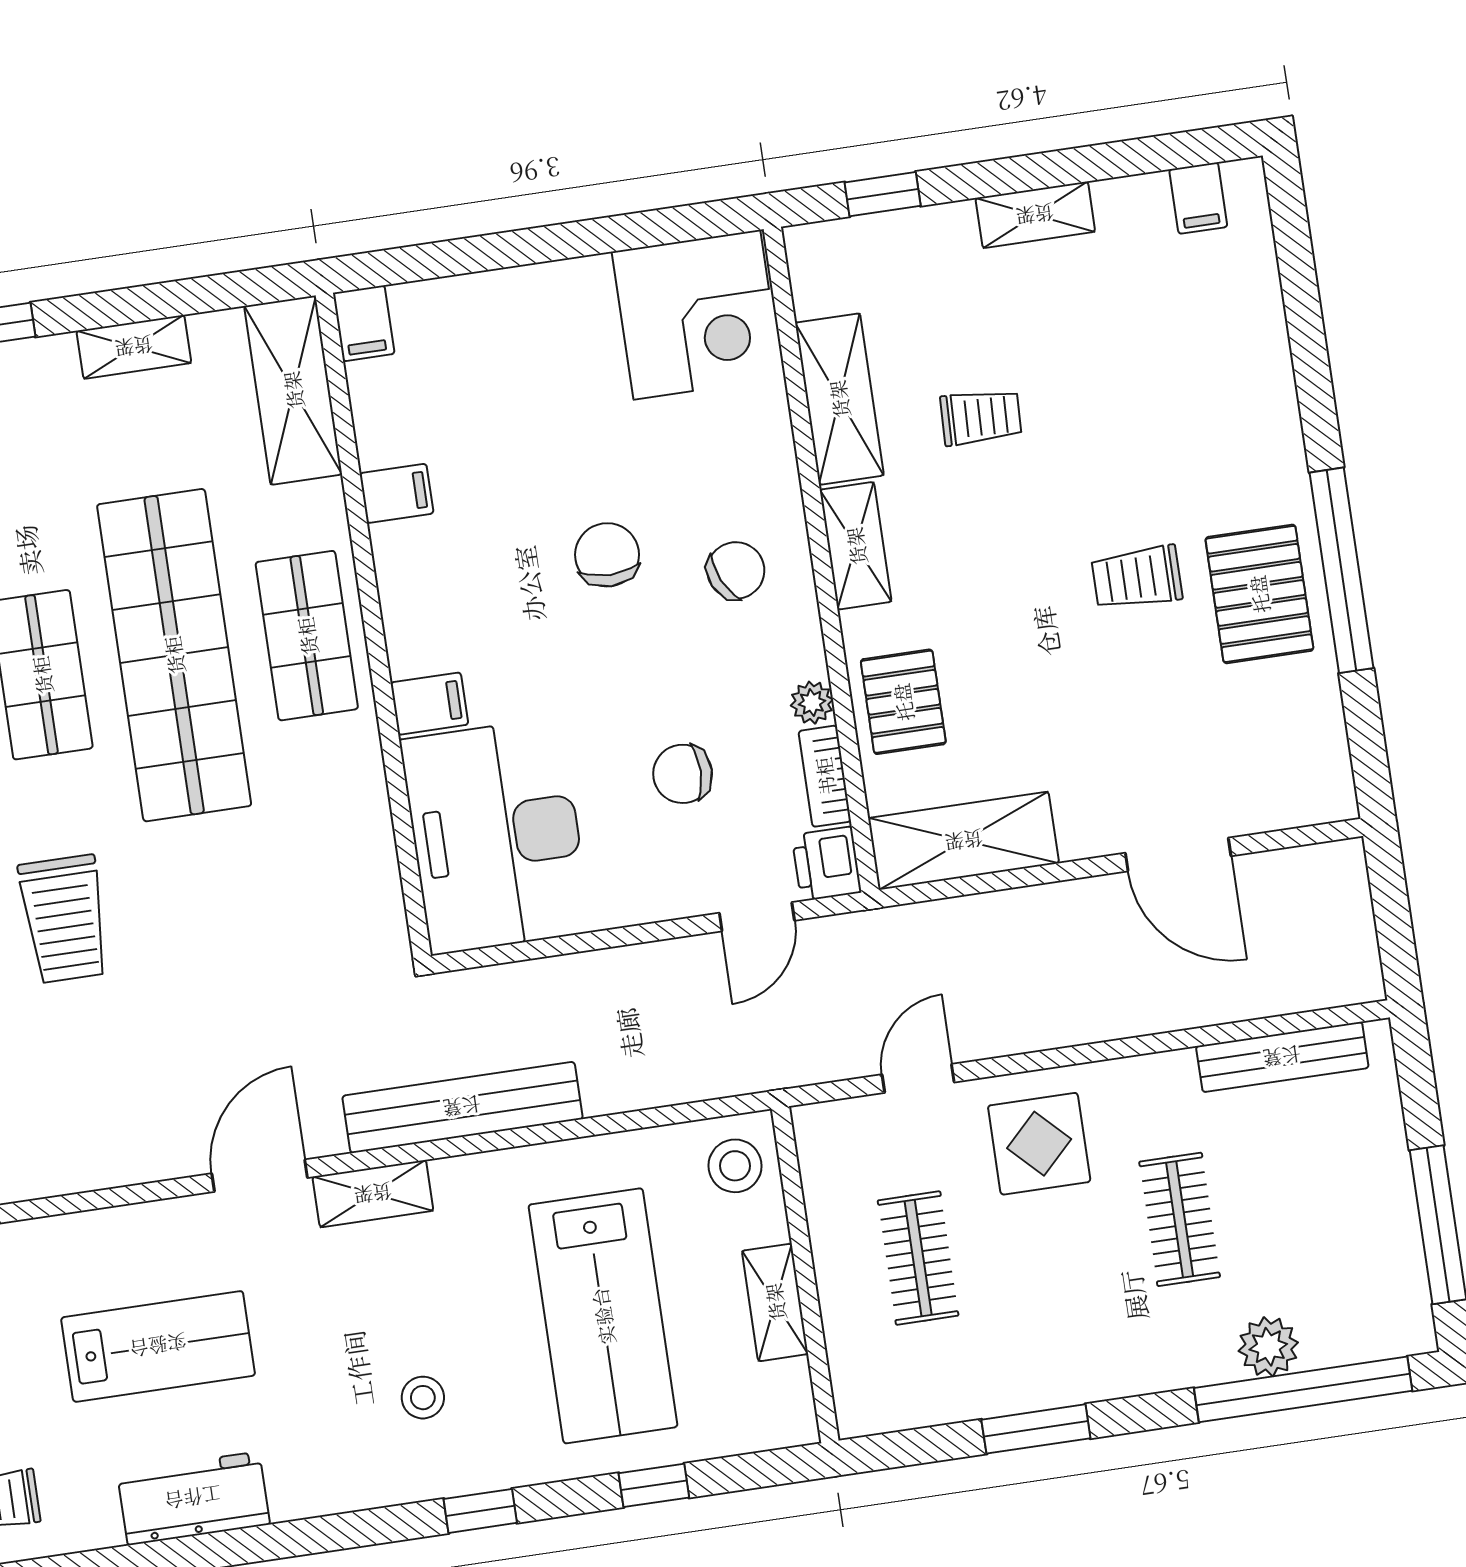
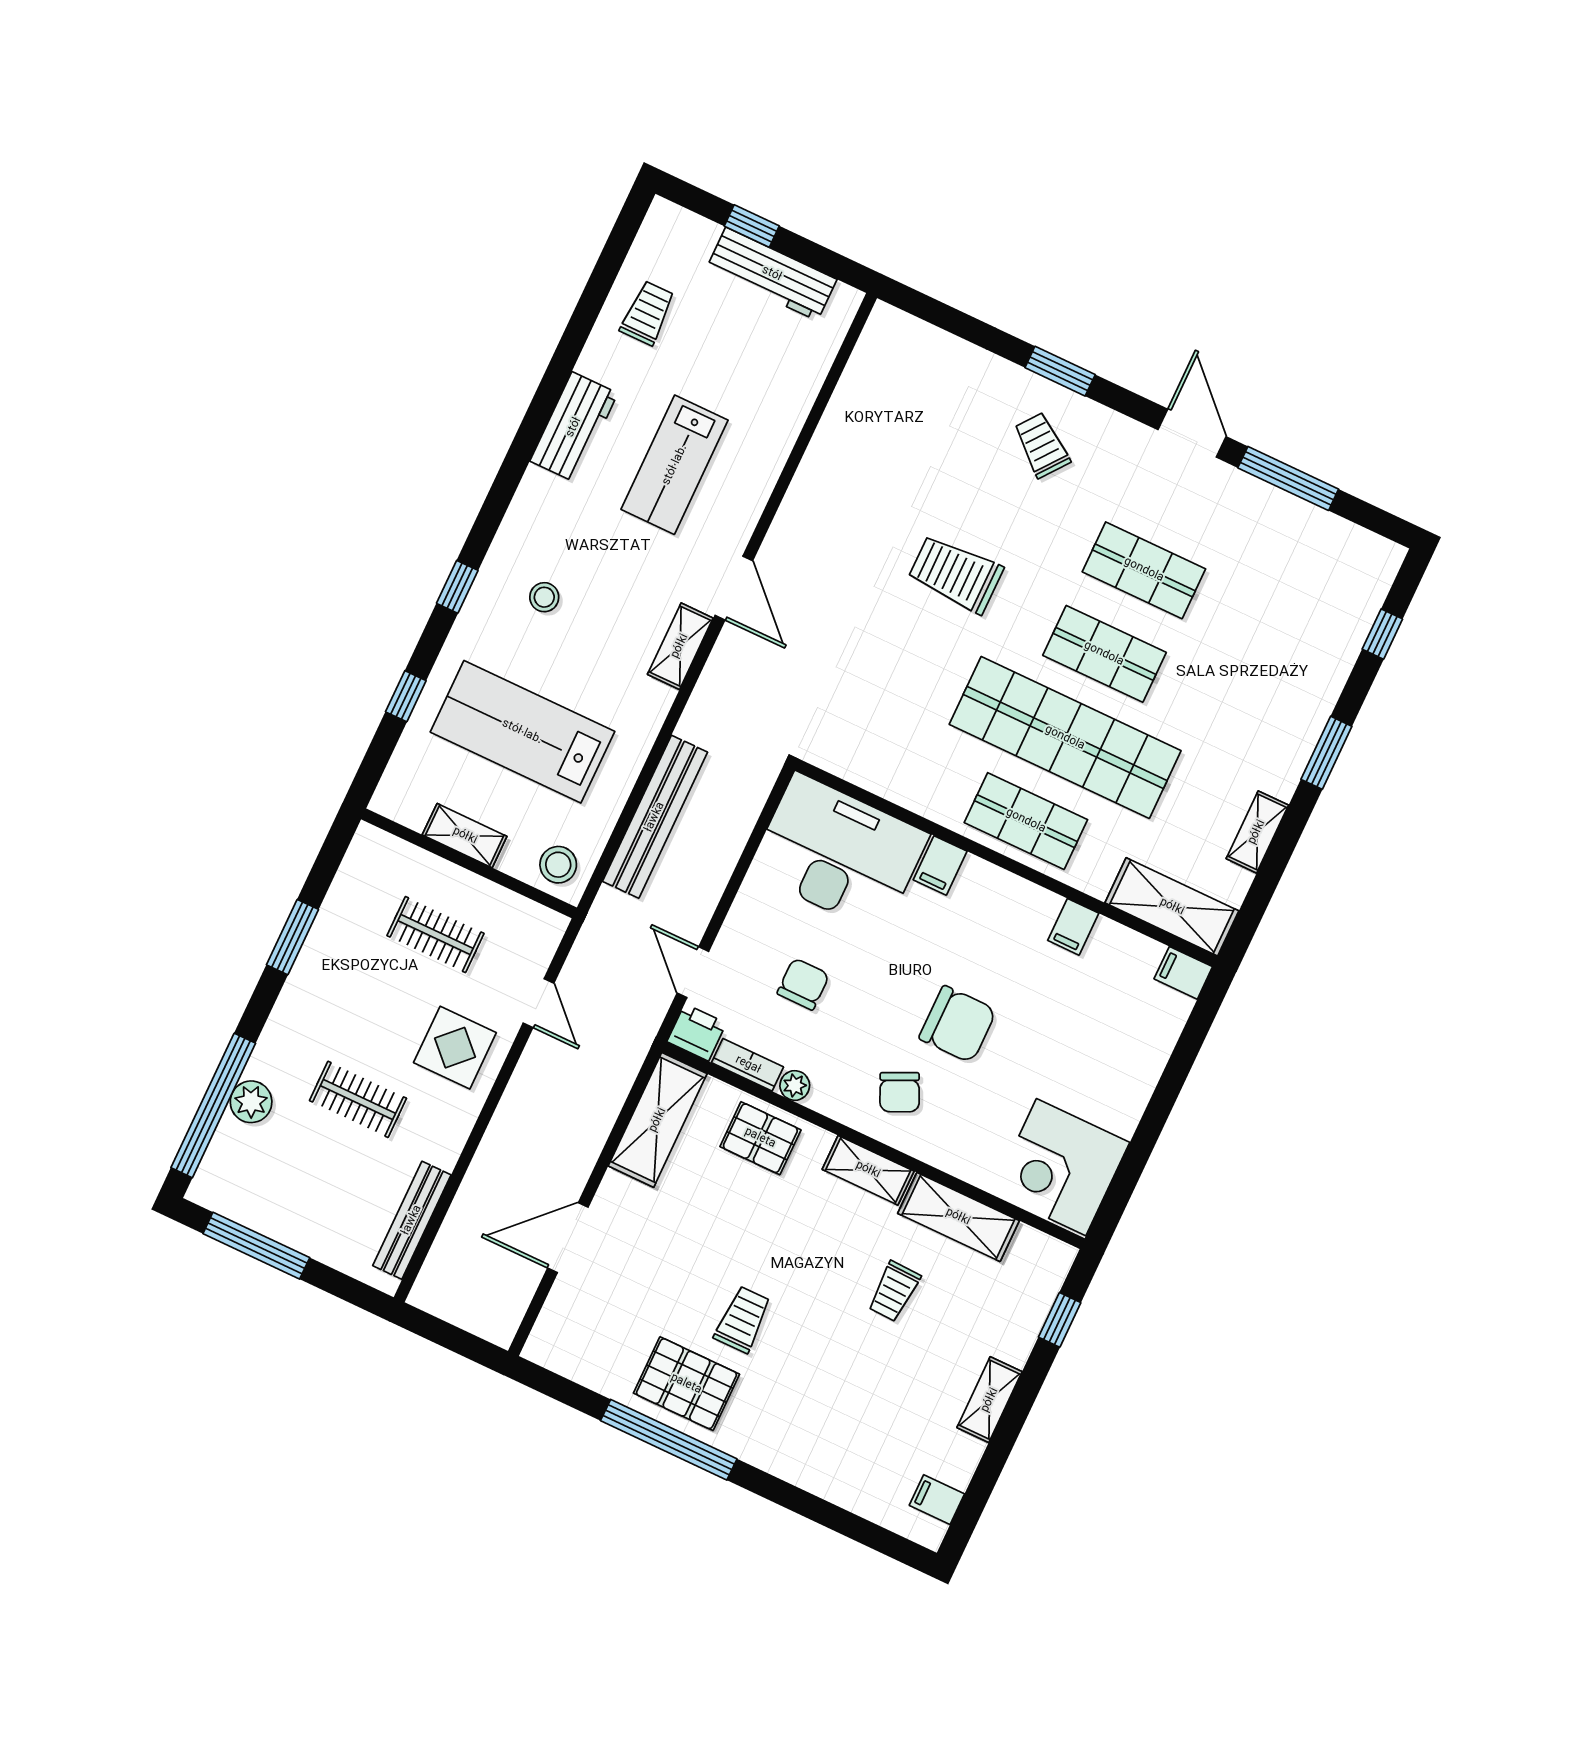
chair: (607, 555) -> (958, 1024), width x1.37, depth x1.37
bench: (462, 1107) -> (655, 817), moved

